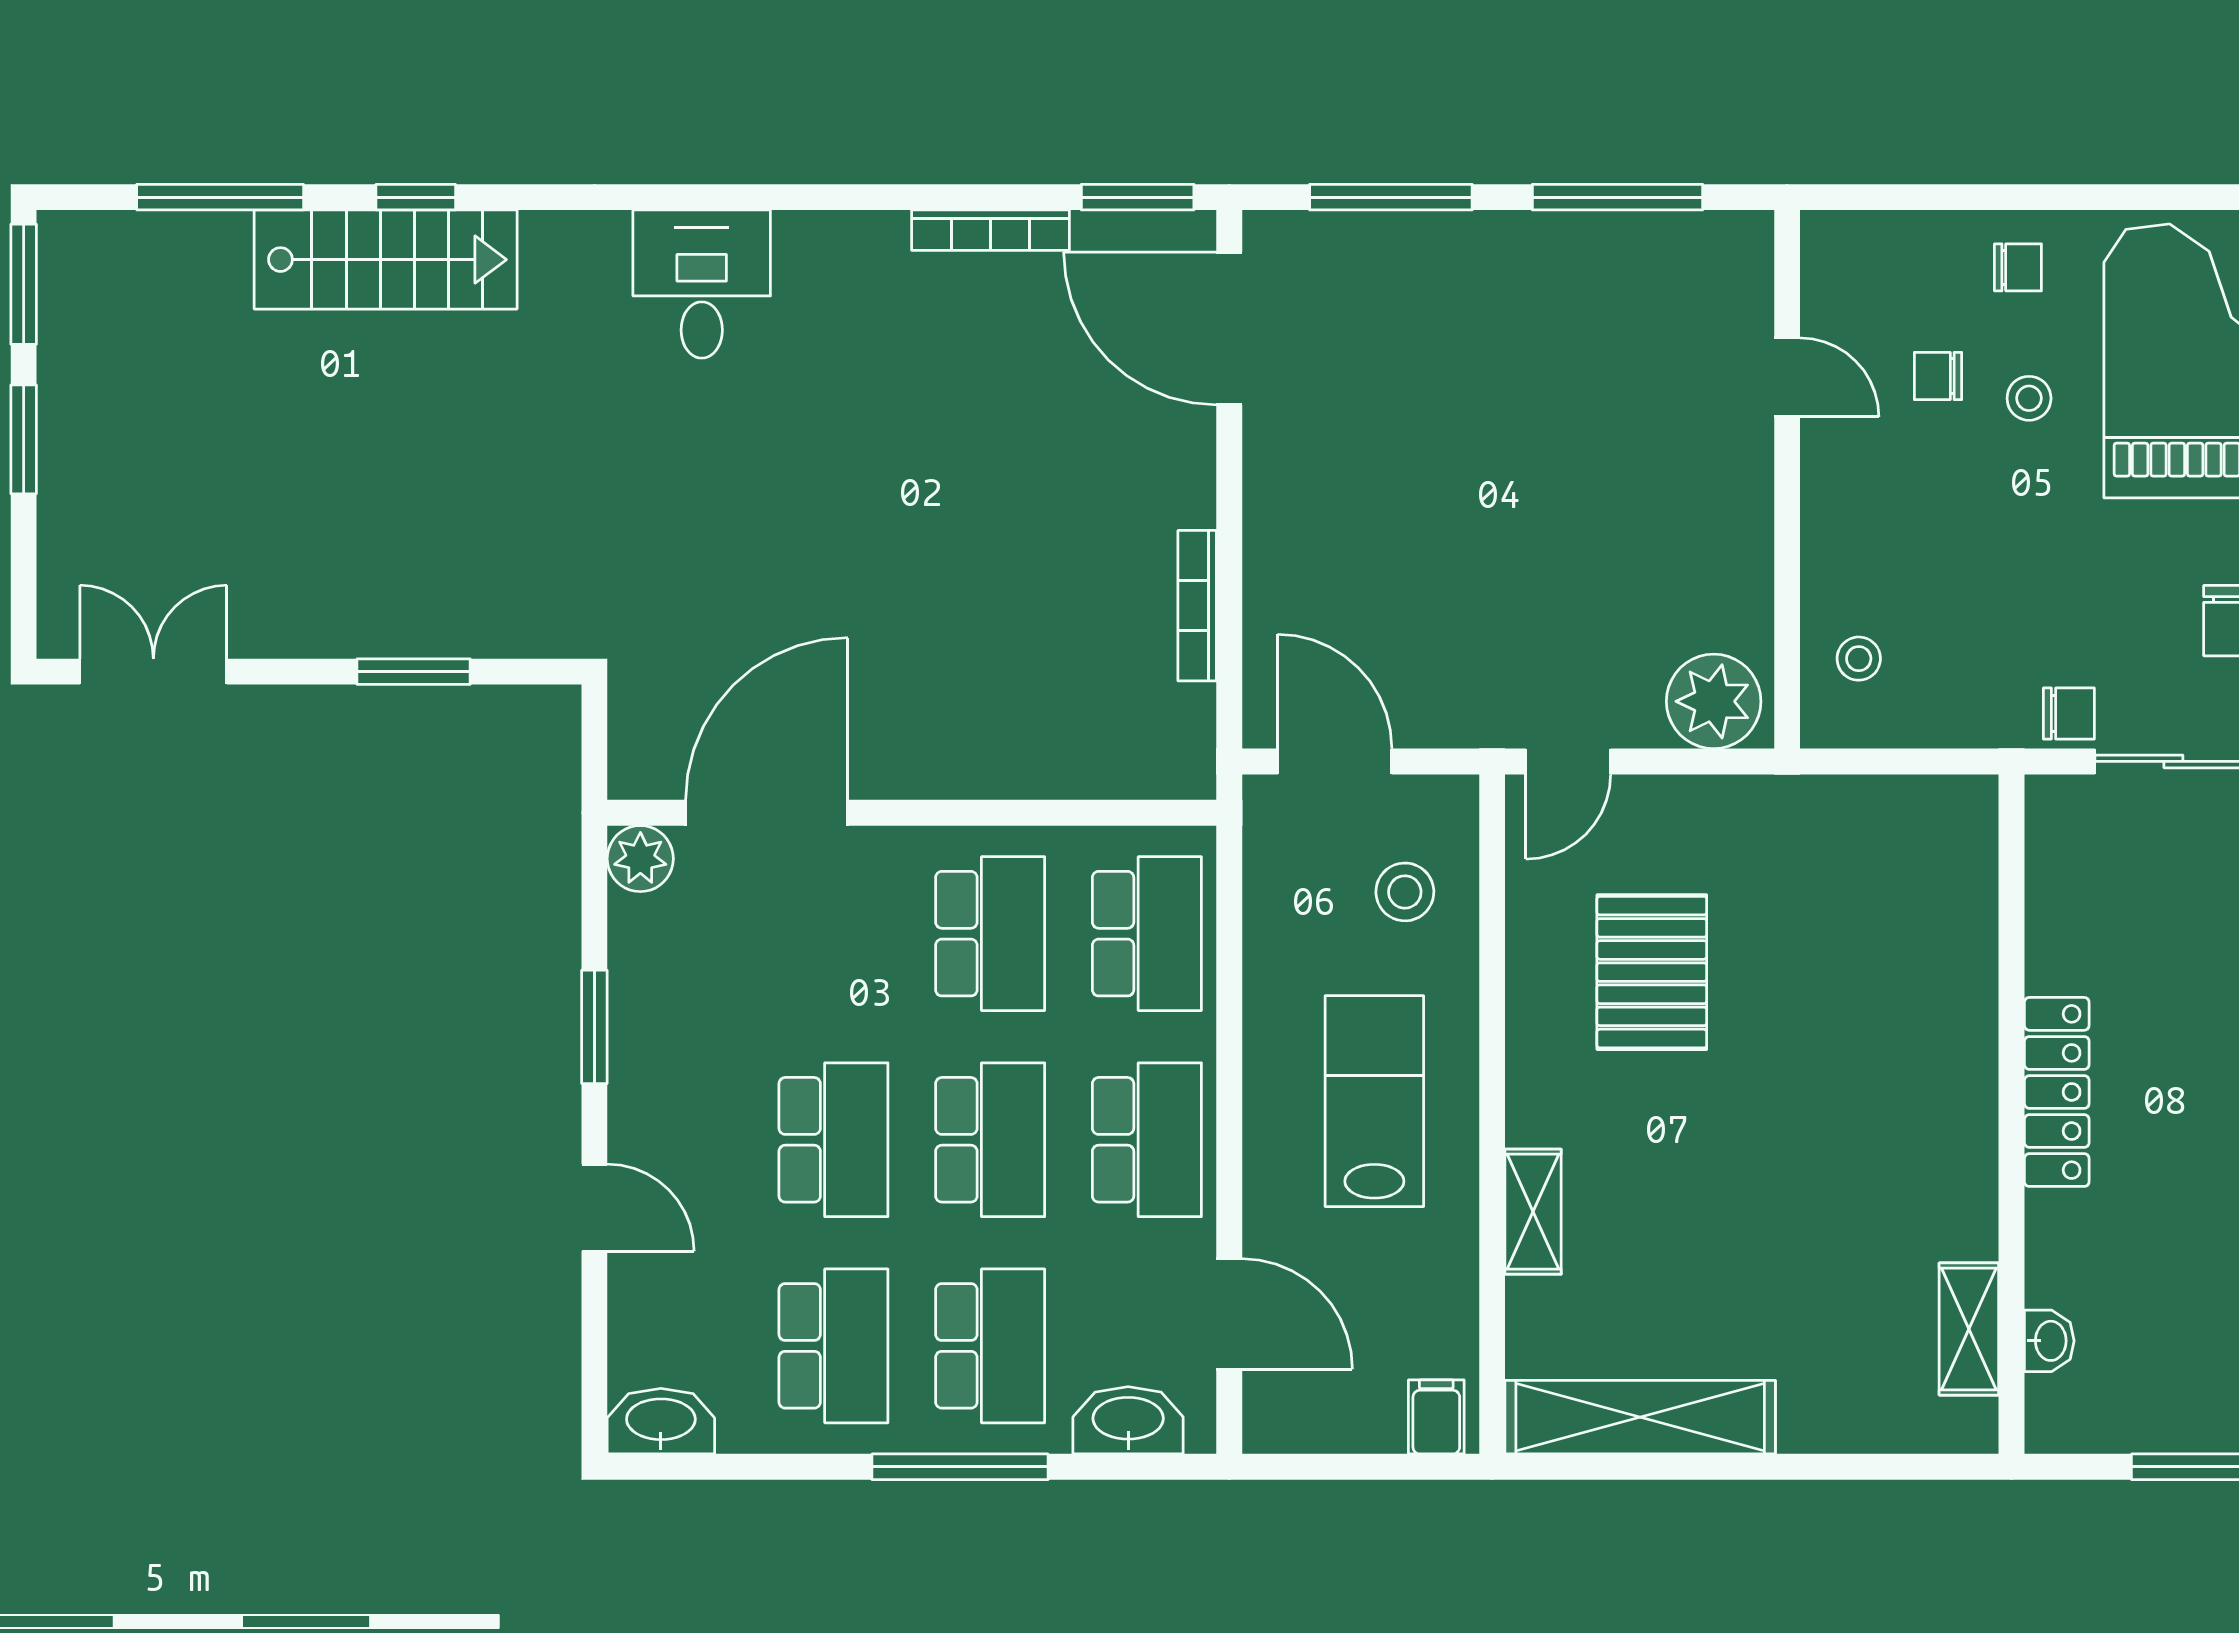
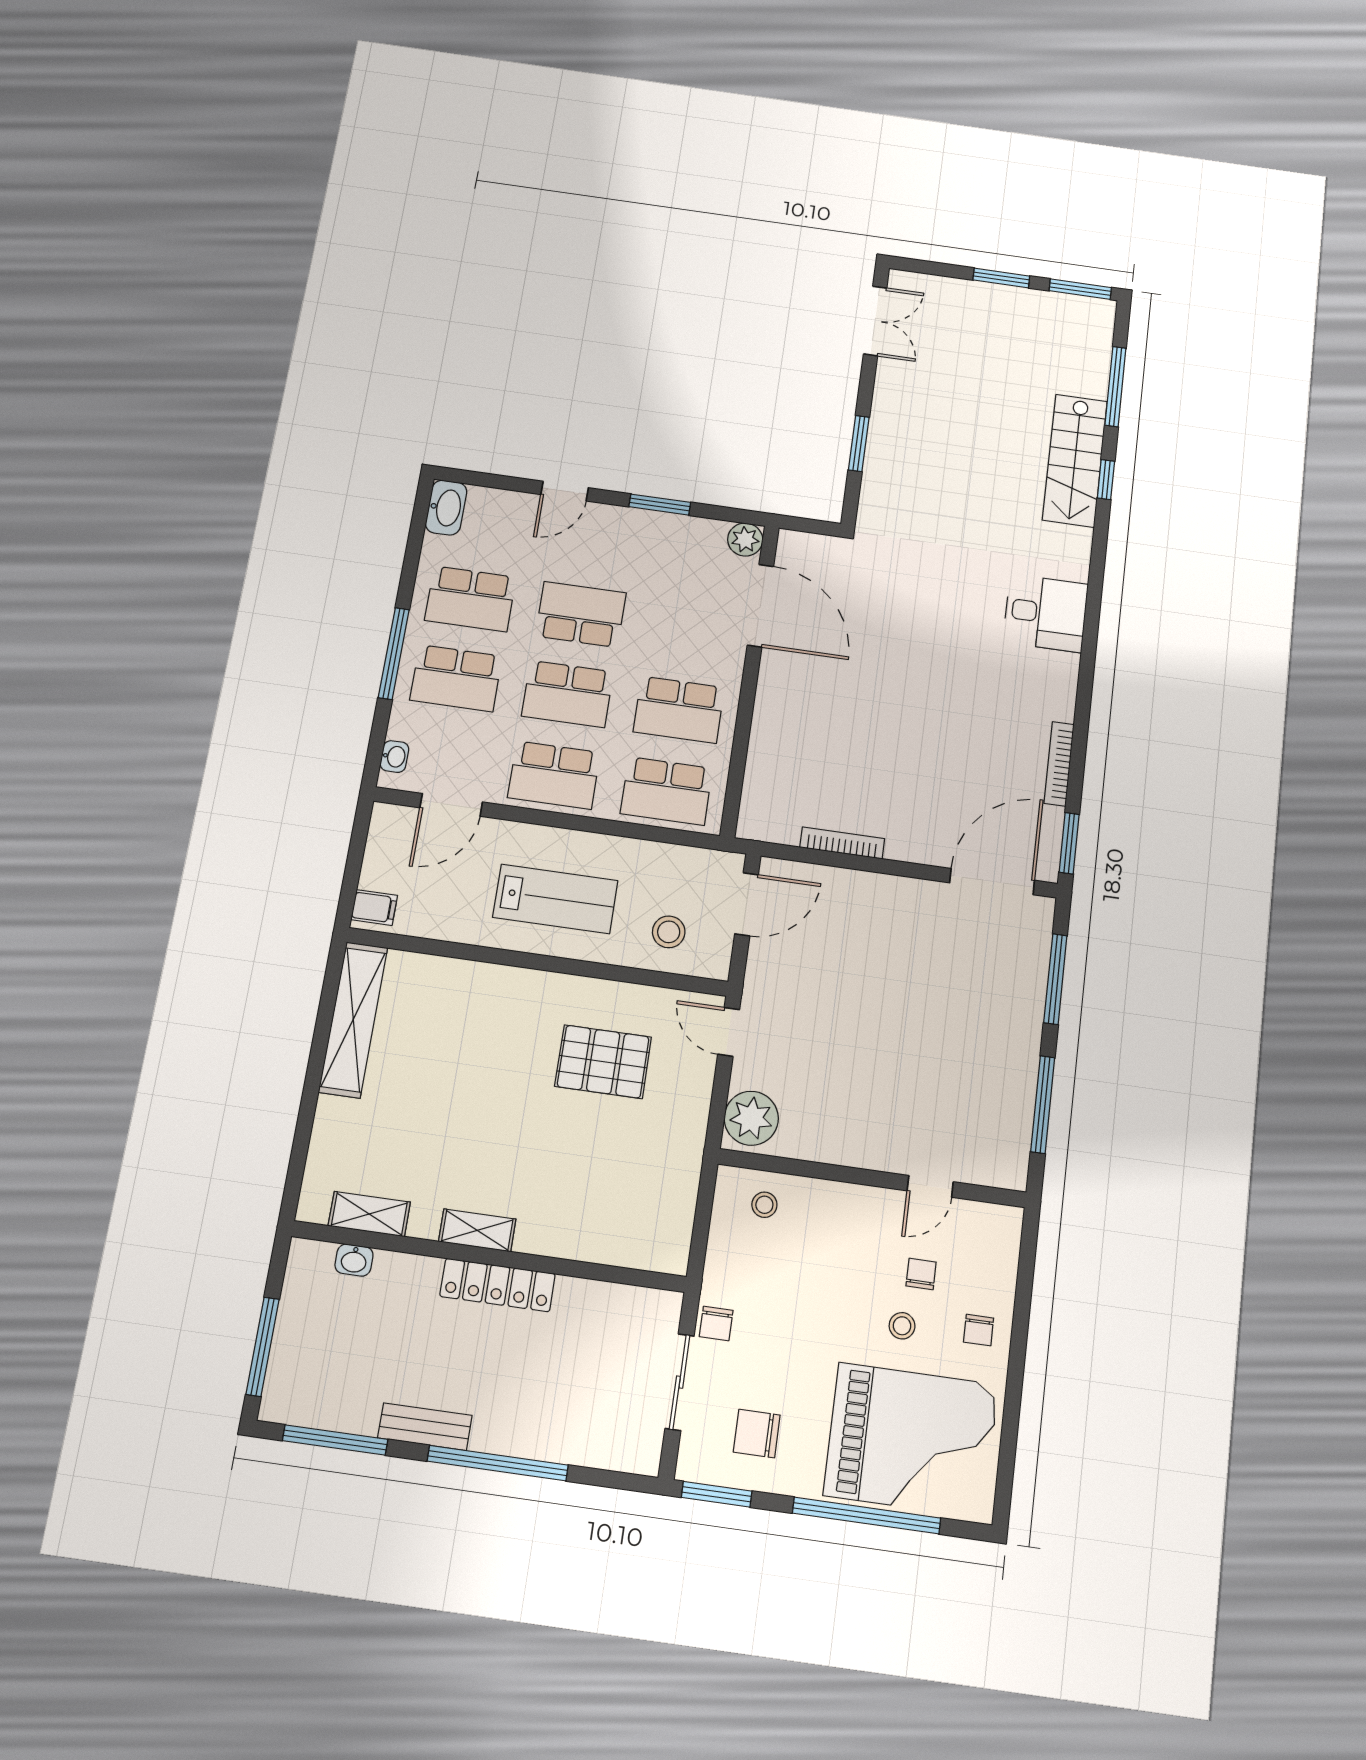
school desk: (833, 1140) -> (581, 614), turned 180
shelving: (1533, 1212) -> (477, 1230), moved
washbasin: (1128, 1420) -> (394, 757), width x0.52, depth x0.69

